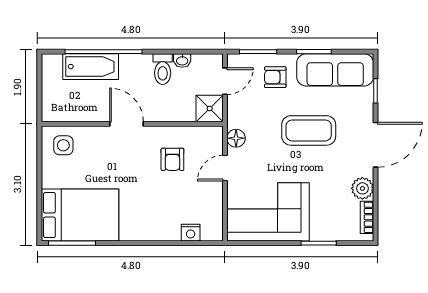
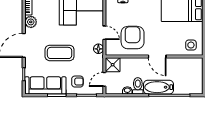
bathtub: (91, 67) -> (158, 87), moved
armchair: (172, 159) -> (133, 38), width x1.88, depth x1.88
door: (225, 168) -> (104, 33), hinge flipped

